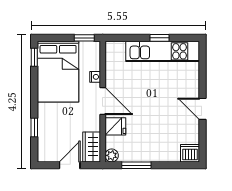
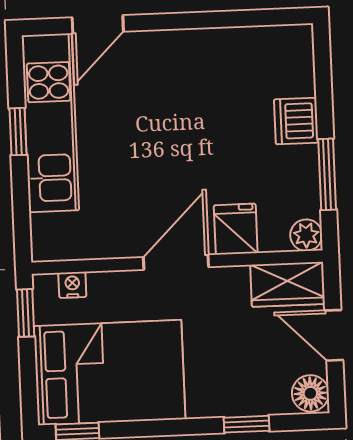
nightstand: (95, 77) -> (72, 285), moved
door: (203, 109) -> (98, 25), moved
dishwasher: (190, 153) -> (296, 121), moved
floor lamp: (46, 154) -> (310, 393), added

